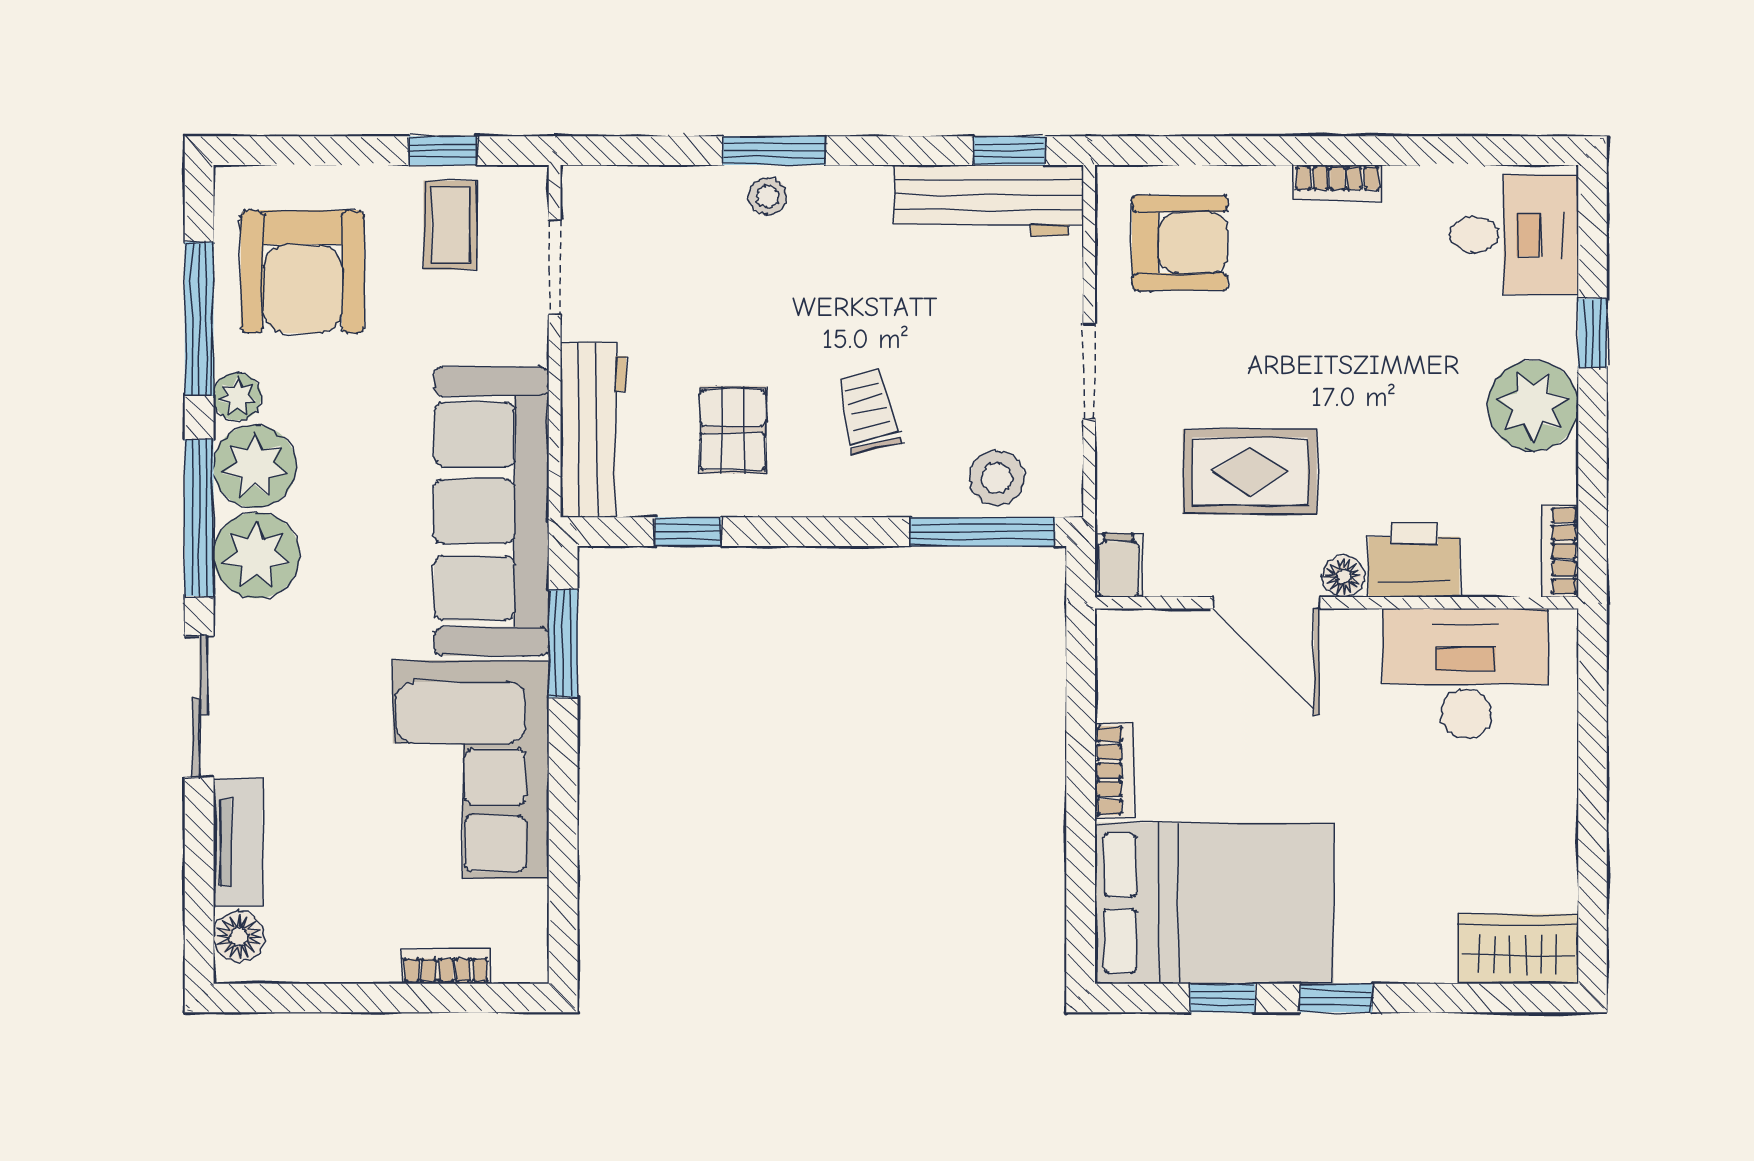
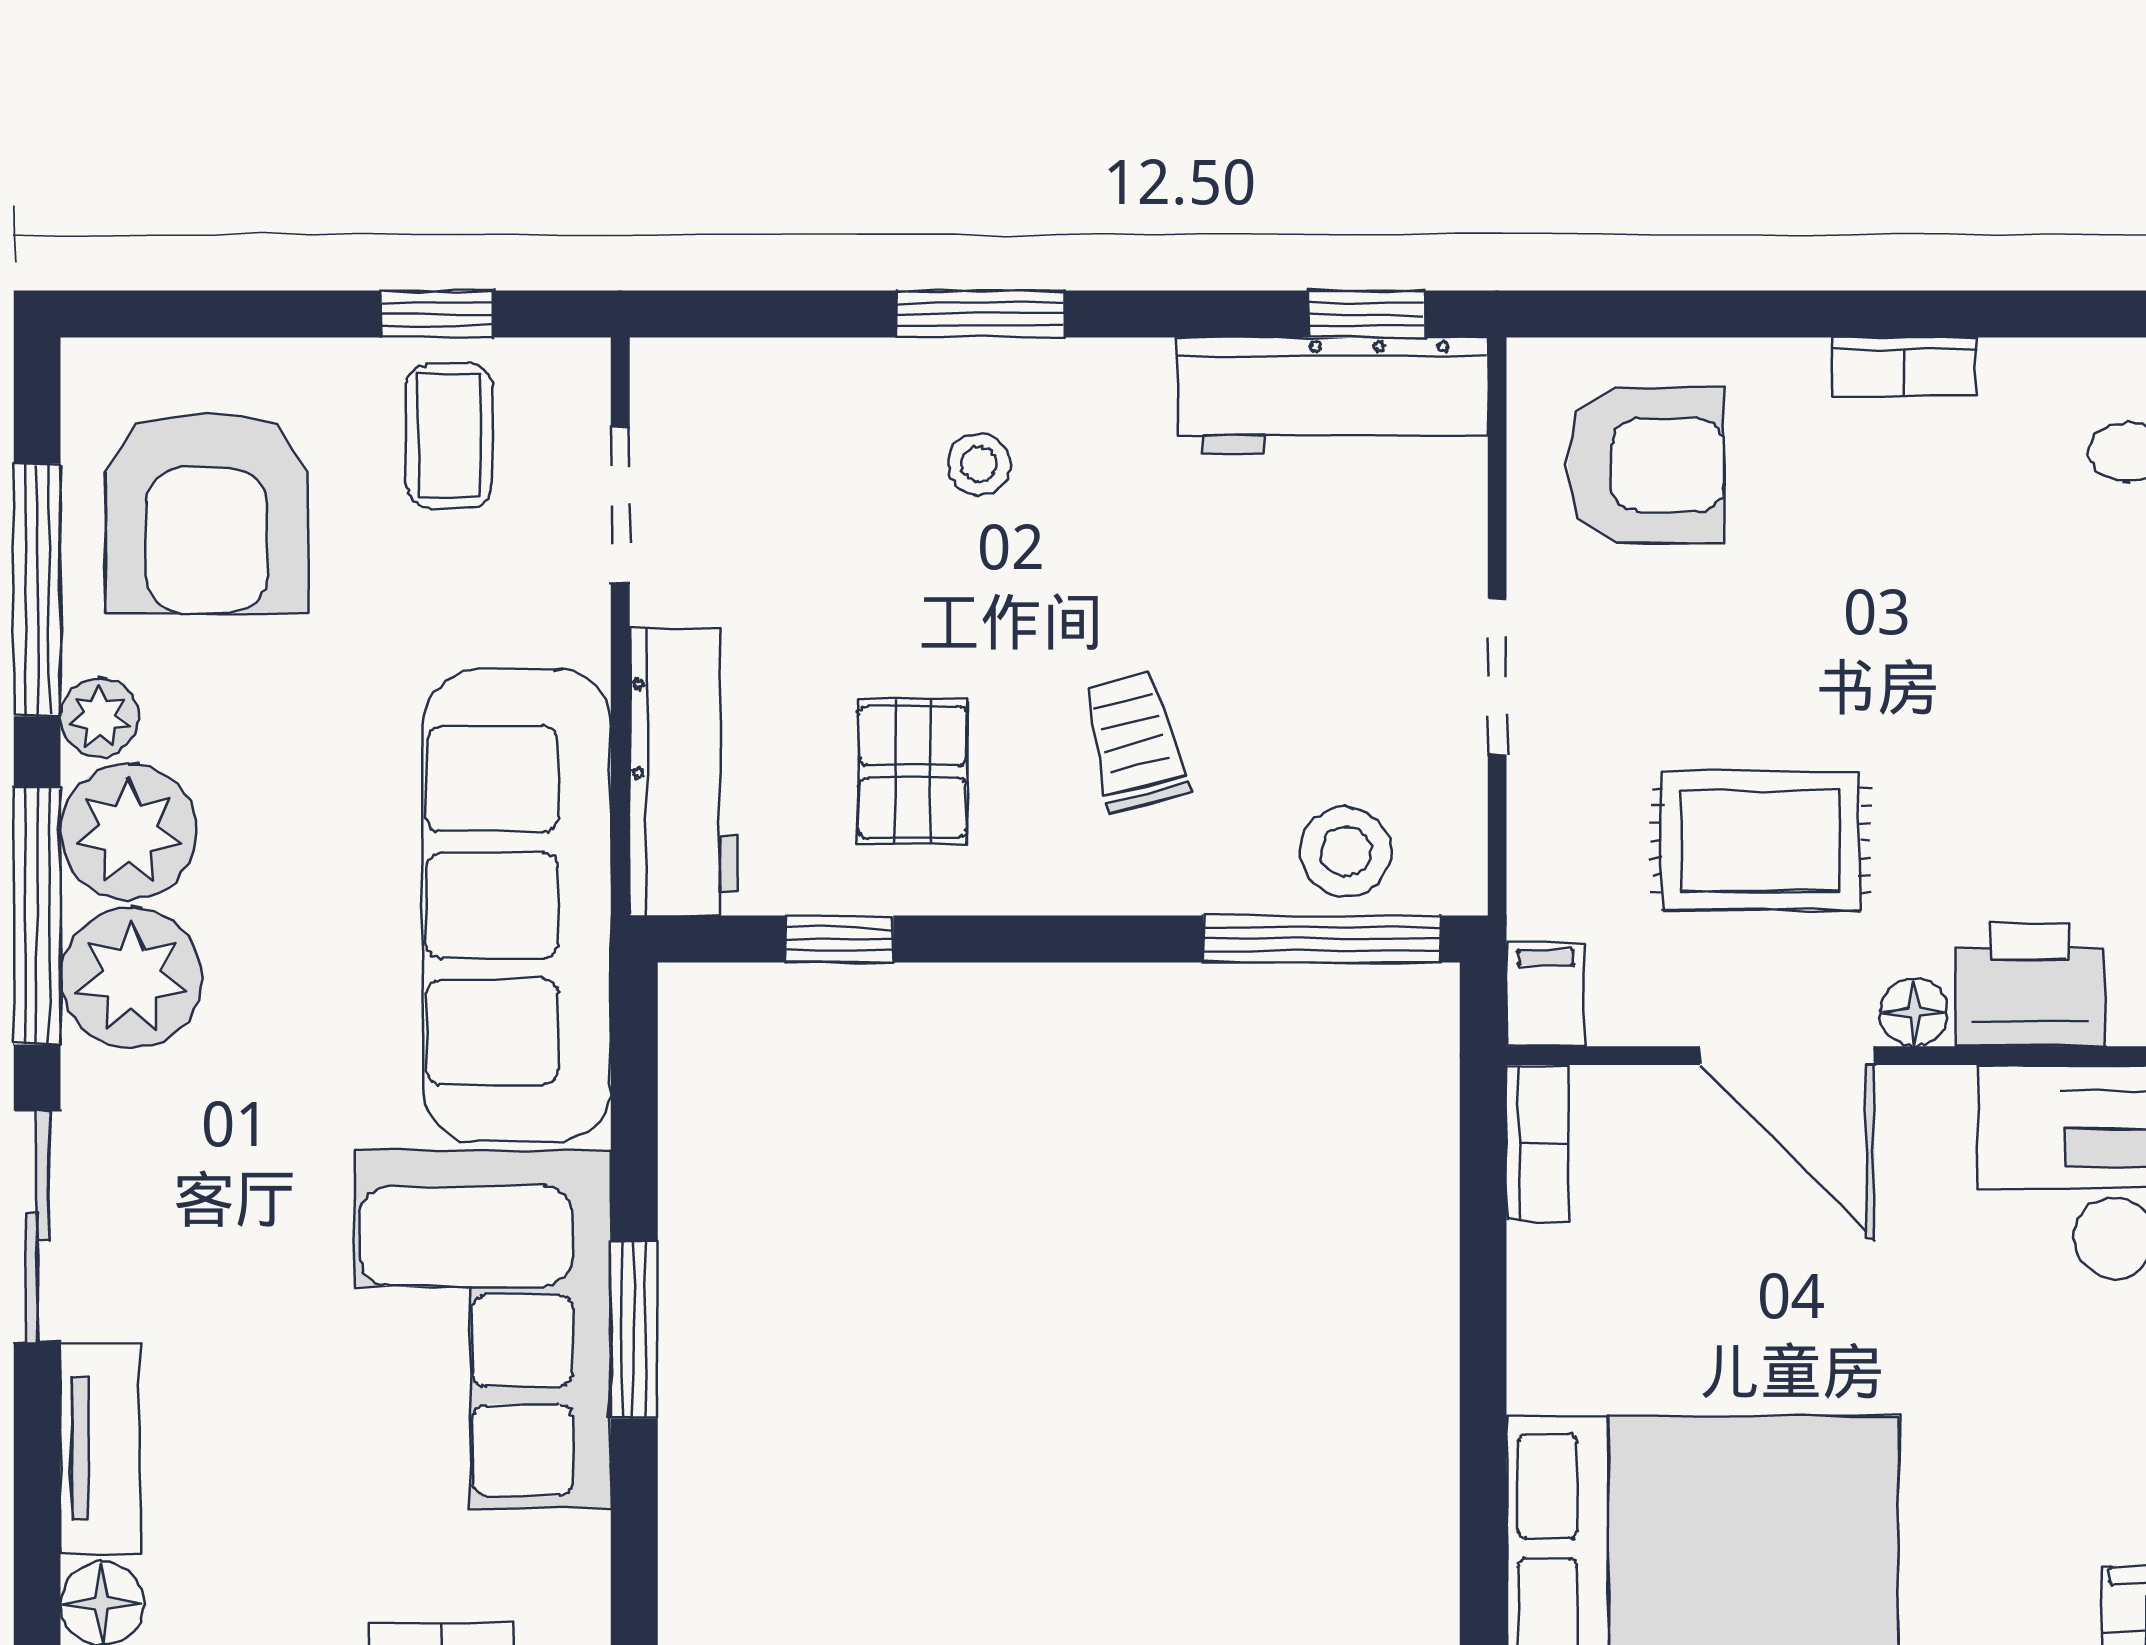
stool: (768, 196) -> (979, 464), moved
window: (563, 643) -> (634, 1330), moved
bookcase: (1114, 770) -> (1538, 1143), moved

